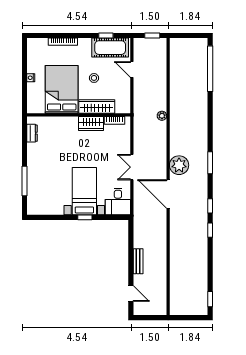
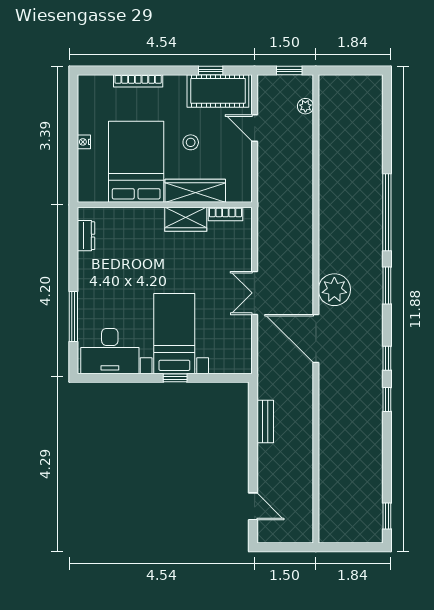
window: (210, 69) -> (387, 212), moved
plant: (162, 116) -> (305, 106), moved
desk: (118, 201) -> (110, 351), moved, width x1.37
bench: (138, 261) -> (265, 422), moved

